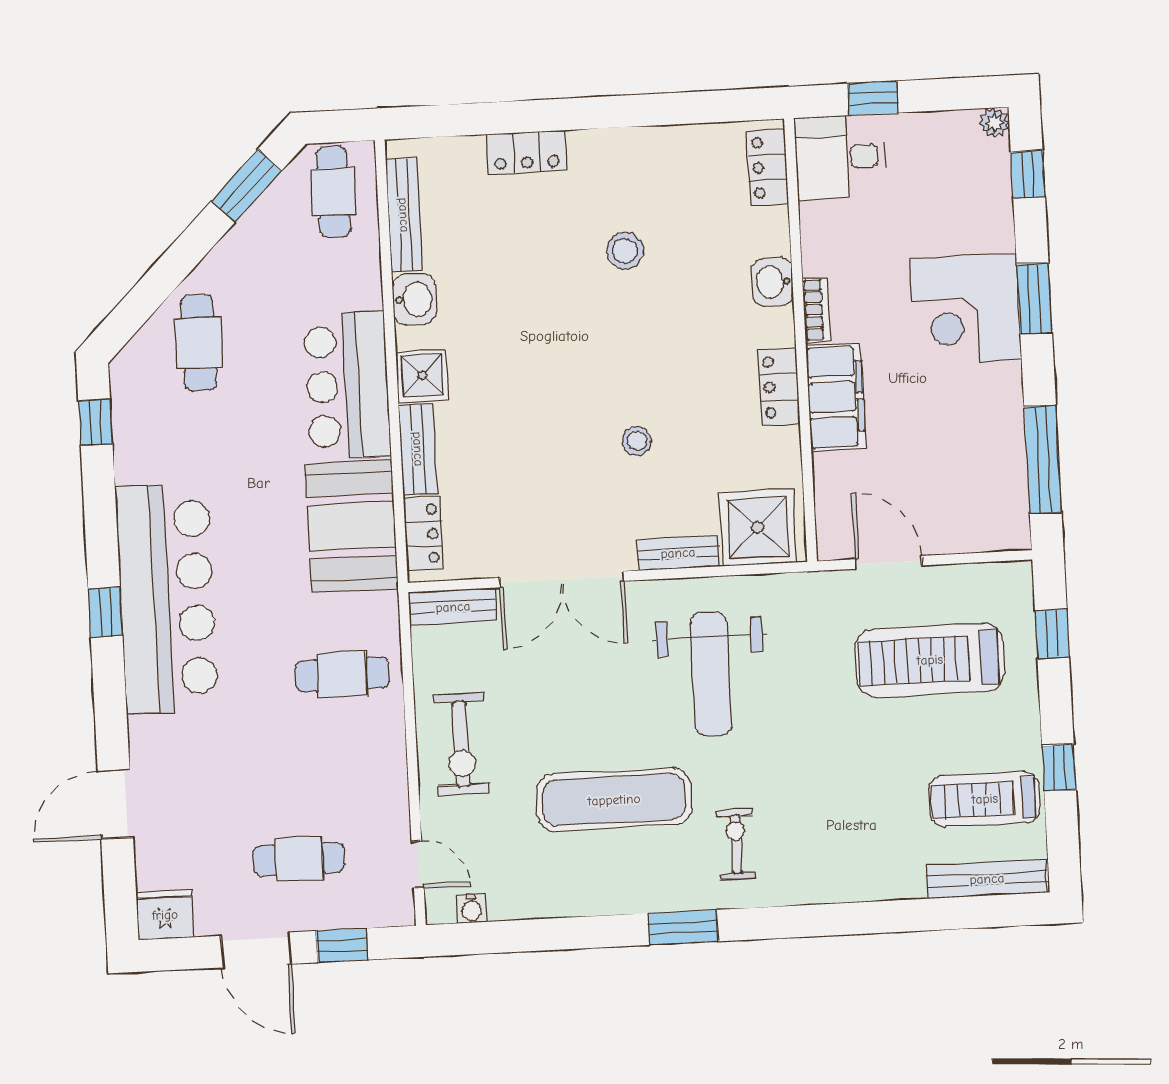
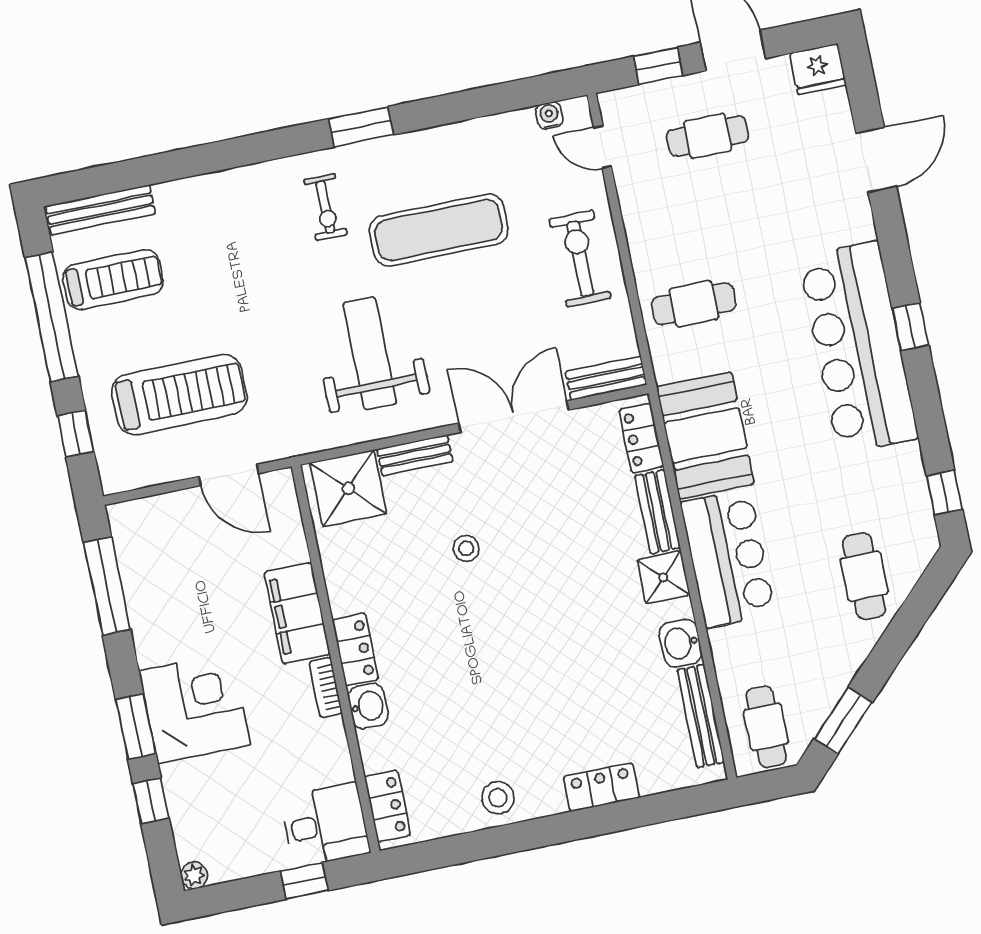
window: (1028, 174) -> (151, 801), moved
stool: (625, 251) -> (498, 798), moved
locker: (779, 387) -> (355, 650), moved
window: (1059, 768) -> (52, 317), width x3.17

